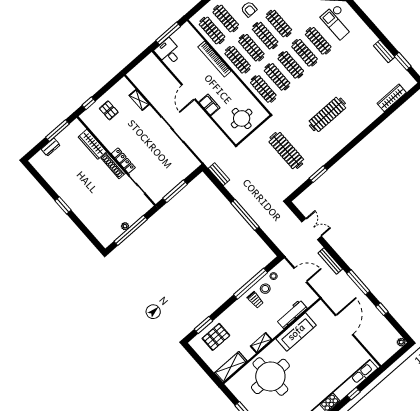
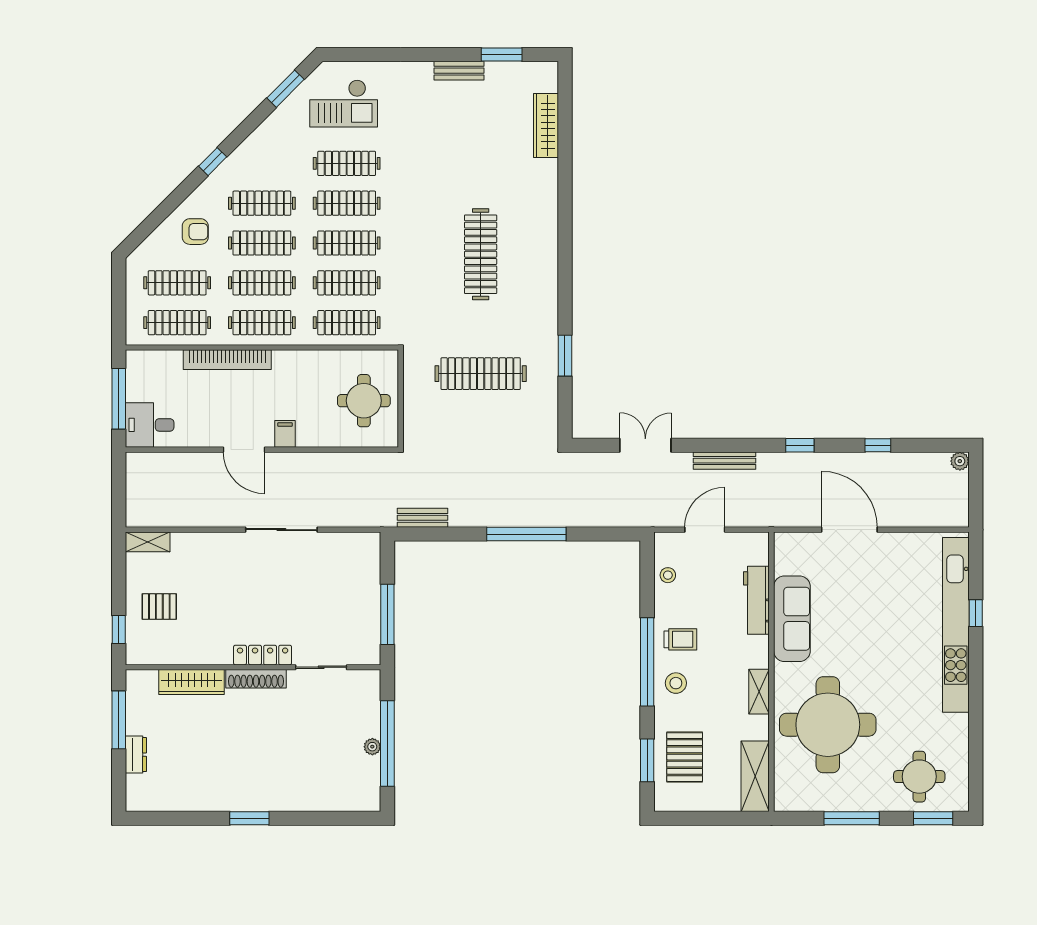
shelving: (139, 100) -> (148, 542), moved
filing cabinet: (209, 105) -> (285, 434), width x0.50
window: (358, 282) -> (800, 445), width x0.46
window: (250, 284) -> (647, 662), moved
stool: (265, 289) -> (676, 683), moved

